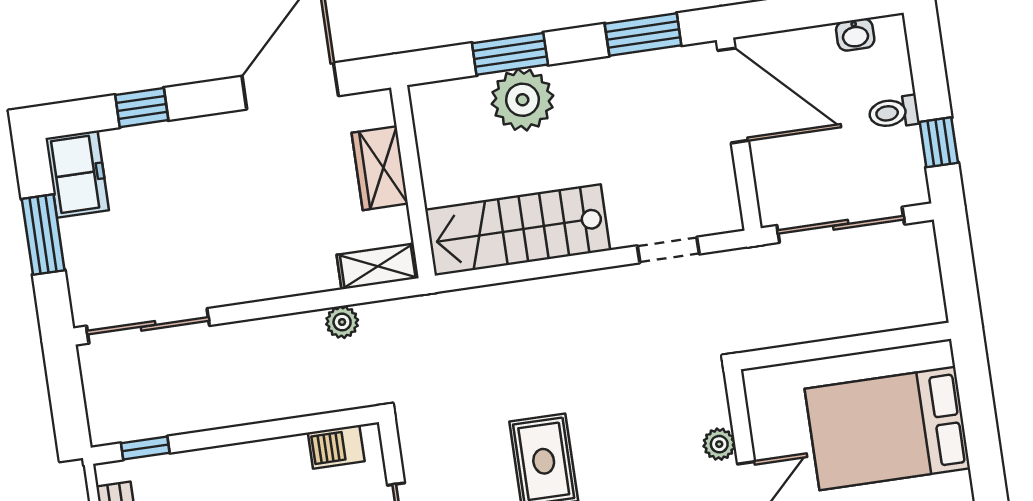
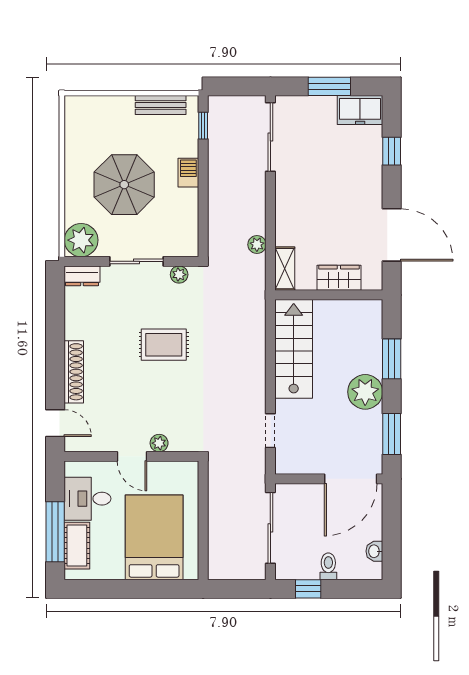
plant: (522, 100) -> (365, 392), moved
barbecue: (336, 447) -> (188, 173), moved
plant: (415, 452) -> (179, 275), added

